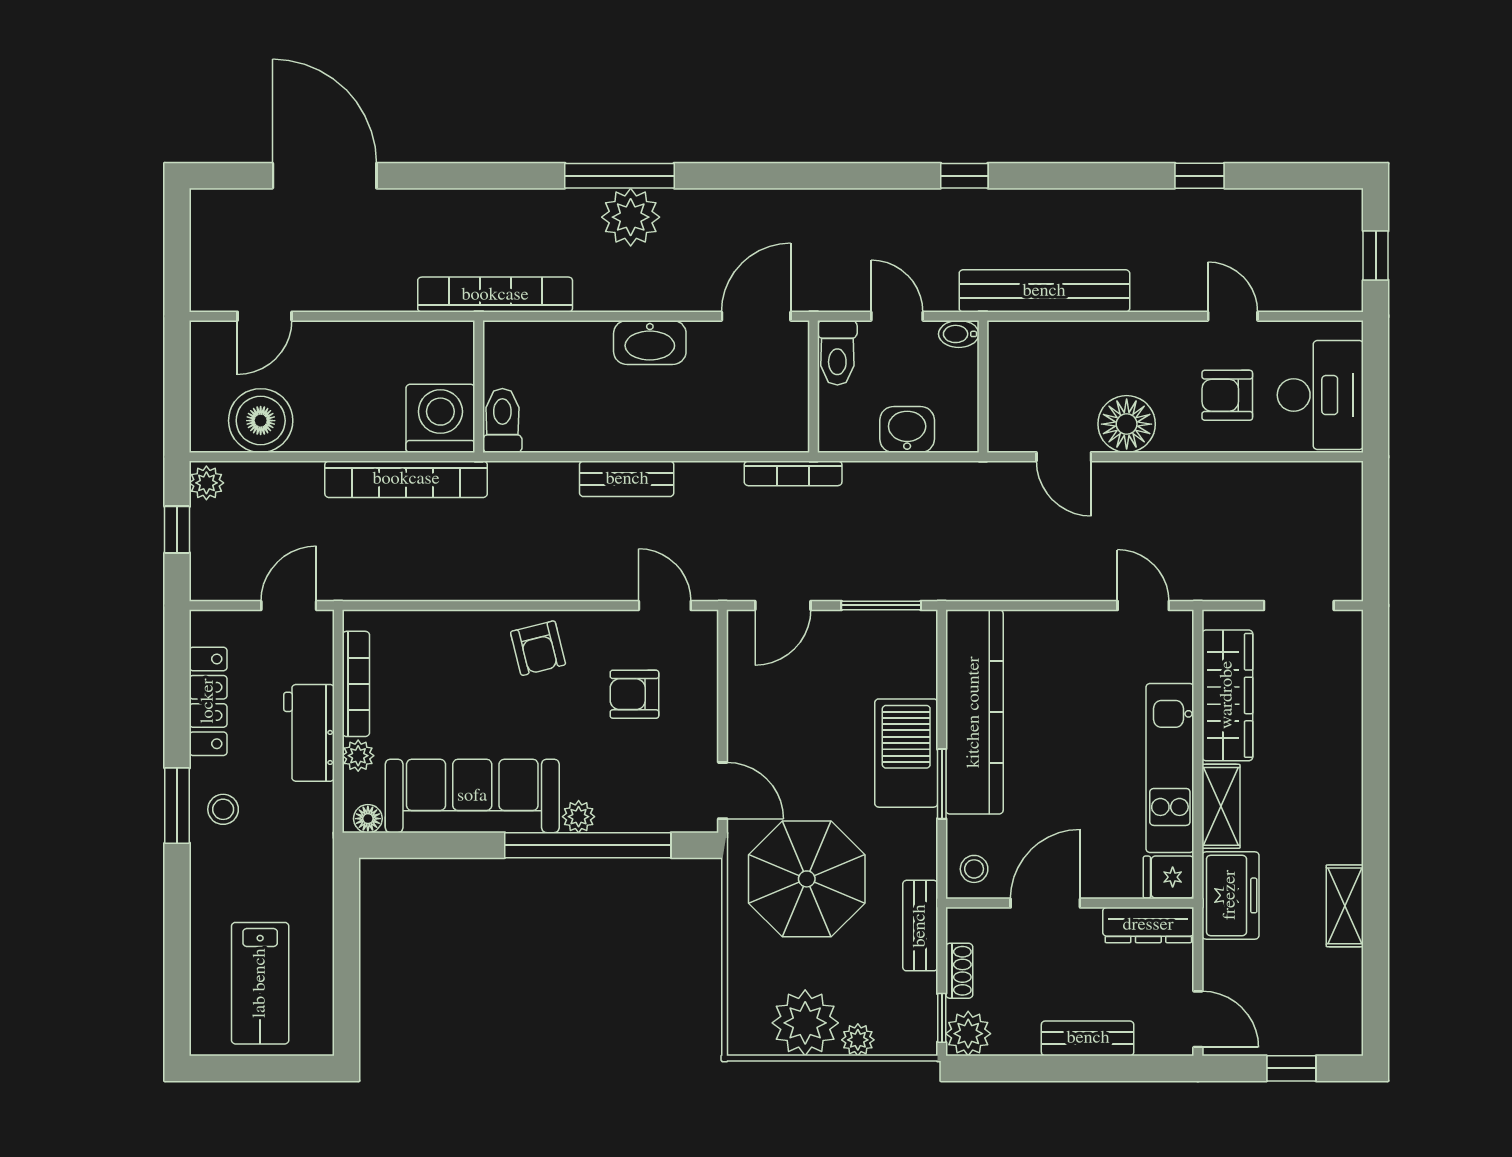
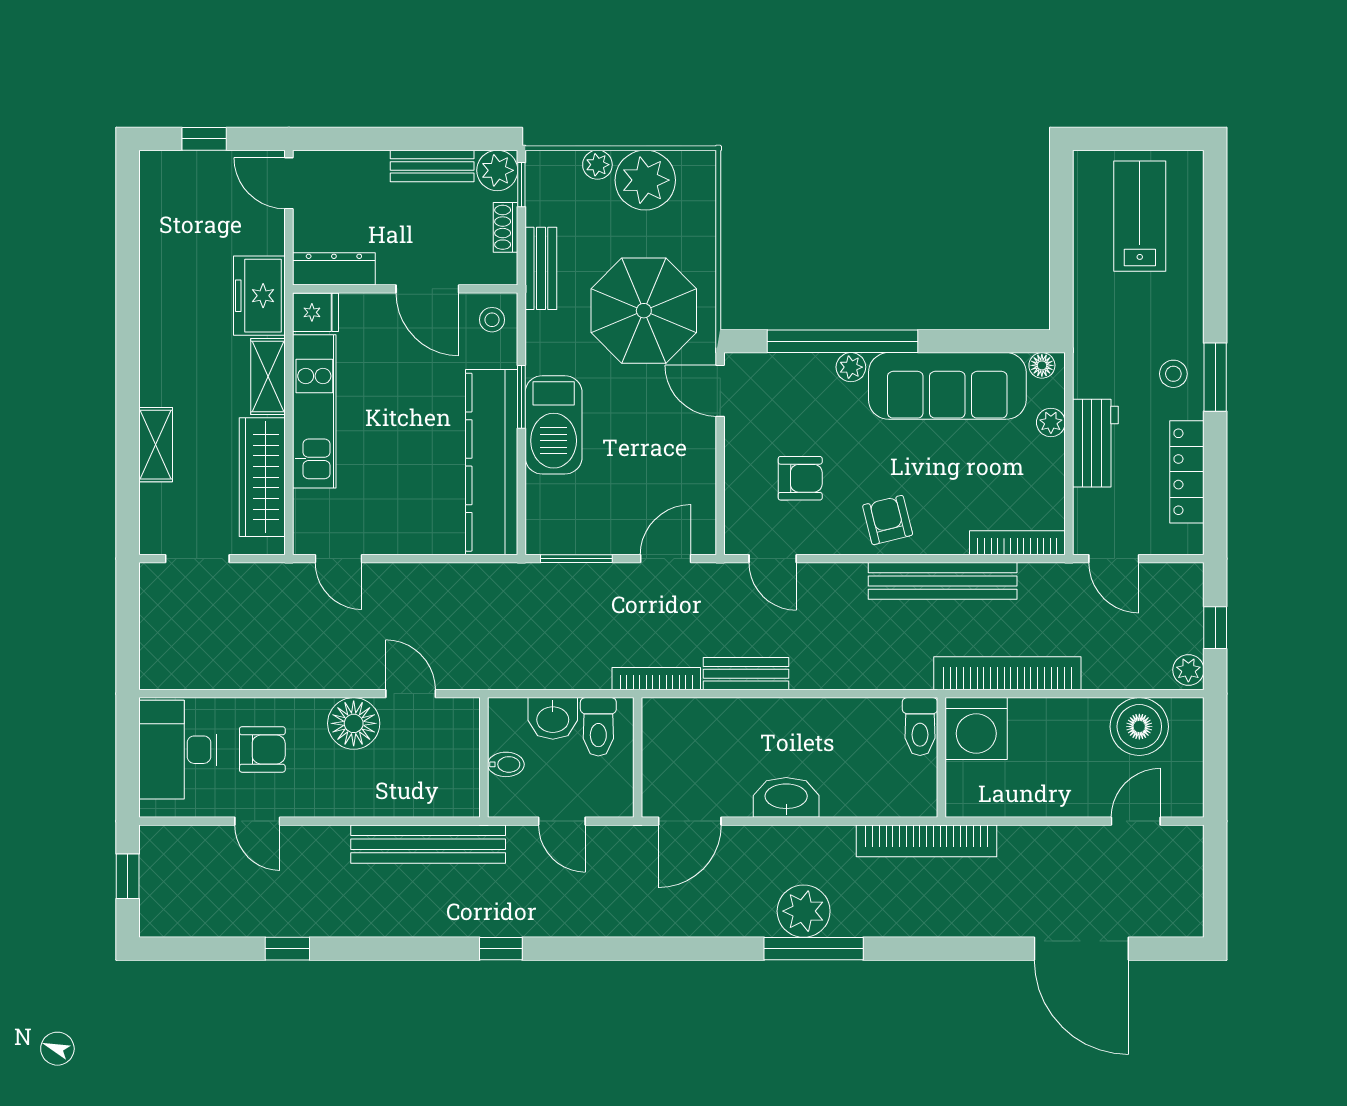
bidet: (959, 334) -> (506, 764), moved
toilet: (837, 353) -> (598, 727), moved, turned 180
bench: (627, 479) -> (746, 674), moved
bench: (477, 581) -> (943, 581), added
door: (289, 605) -> (1114, 559), hinge flipped
bookcase: (356, 684) -> (1017, 543), moved, turned 90
door: (1045, 903) -> (427, 289), hinge flipped
shelving: (1345, 906) -> (156, 445), moved
bench: (1088, 1038) -> (432, 166), moved

